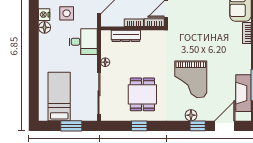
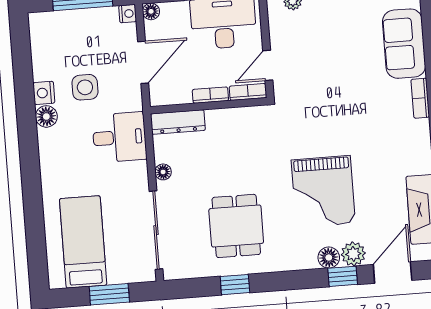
dresser: (126, 36) -> (178, 122), moved
plant: (204, 114) -> (353, 254), added

